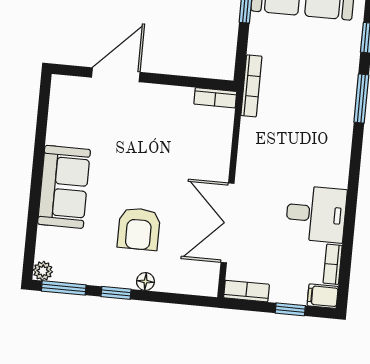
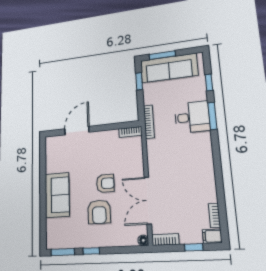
armchair: (157, 181) -> (105, 183), added
desk: (316, 214) -> (192, 117), moved
plant: (43, 271) -> (51, 244), removed
floor lamp: (145, 281) -> (143, 240), moved

